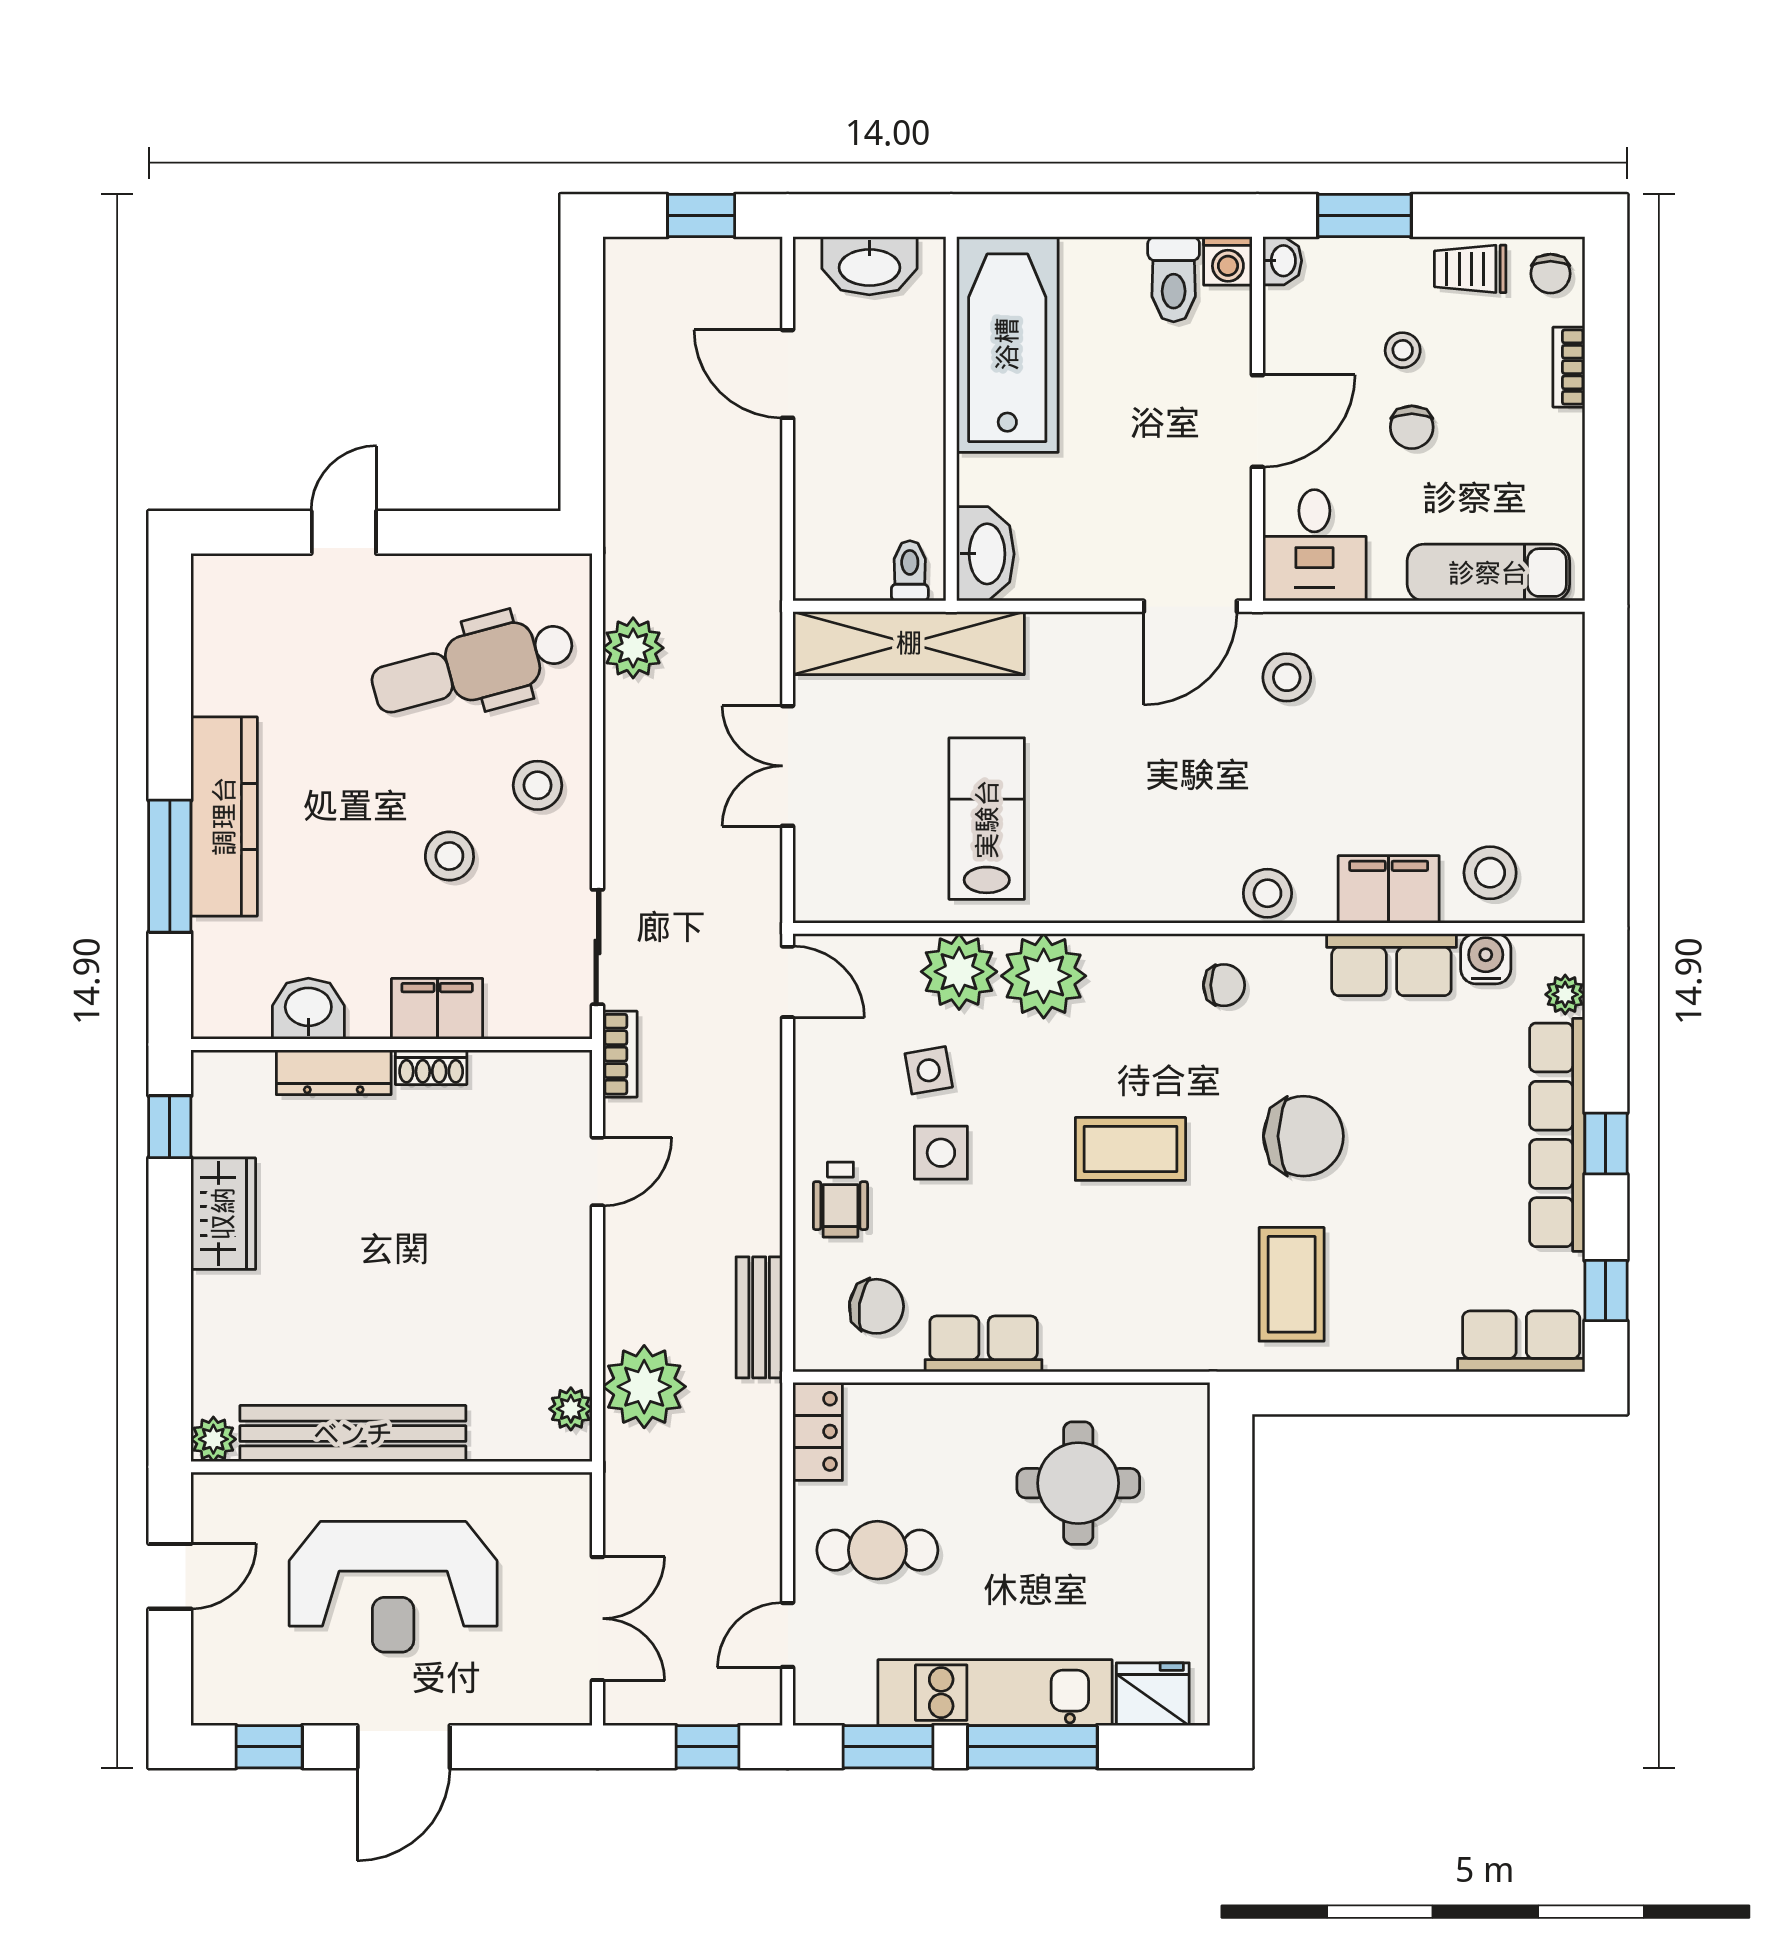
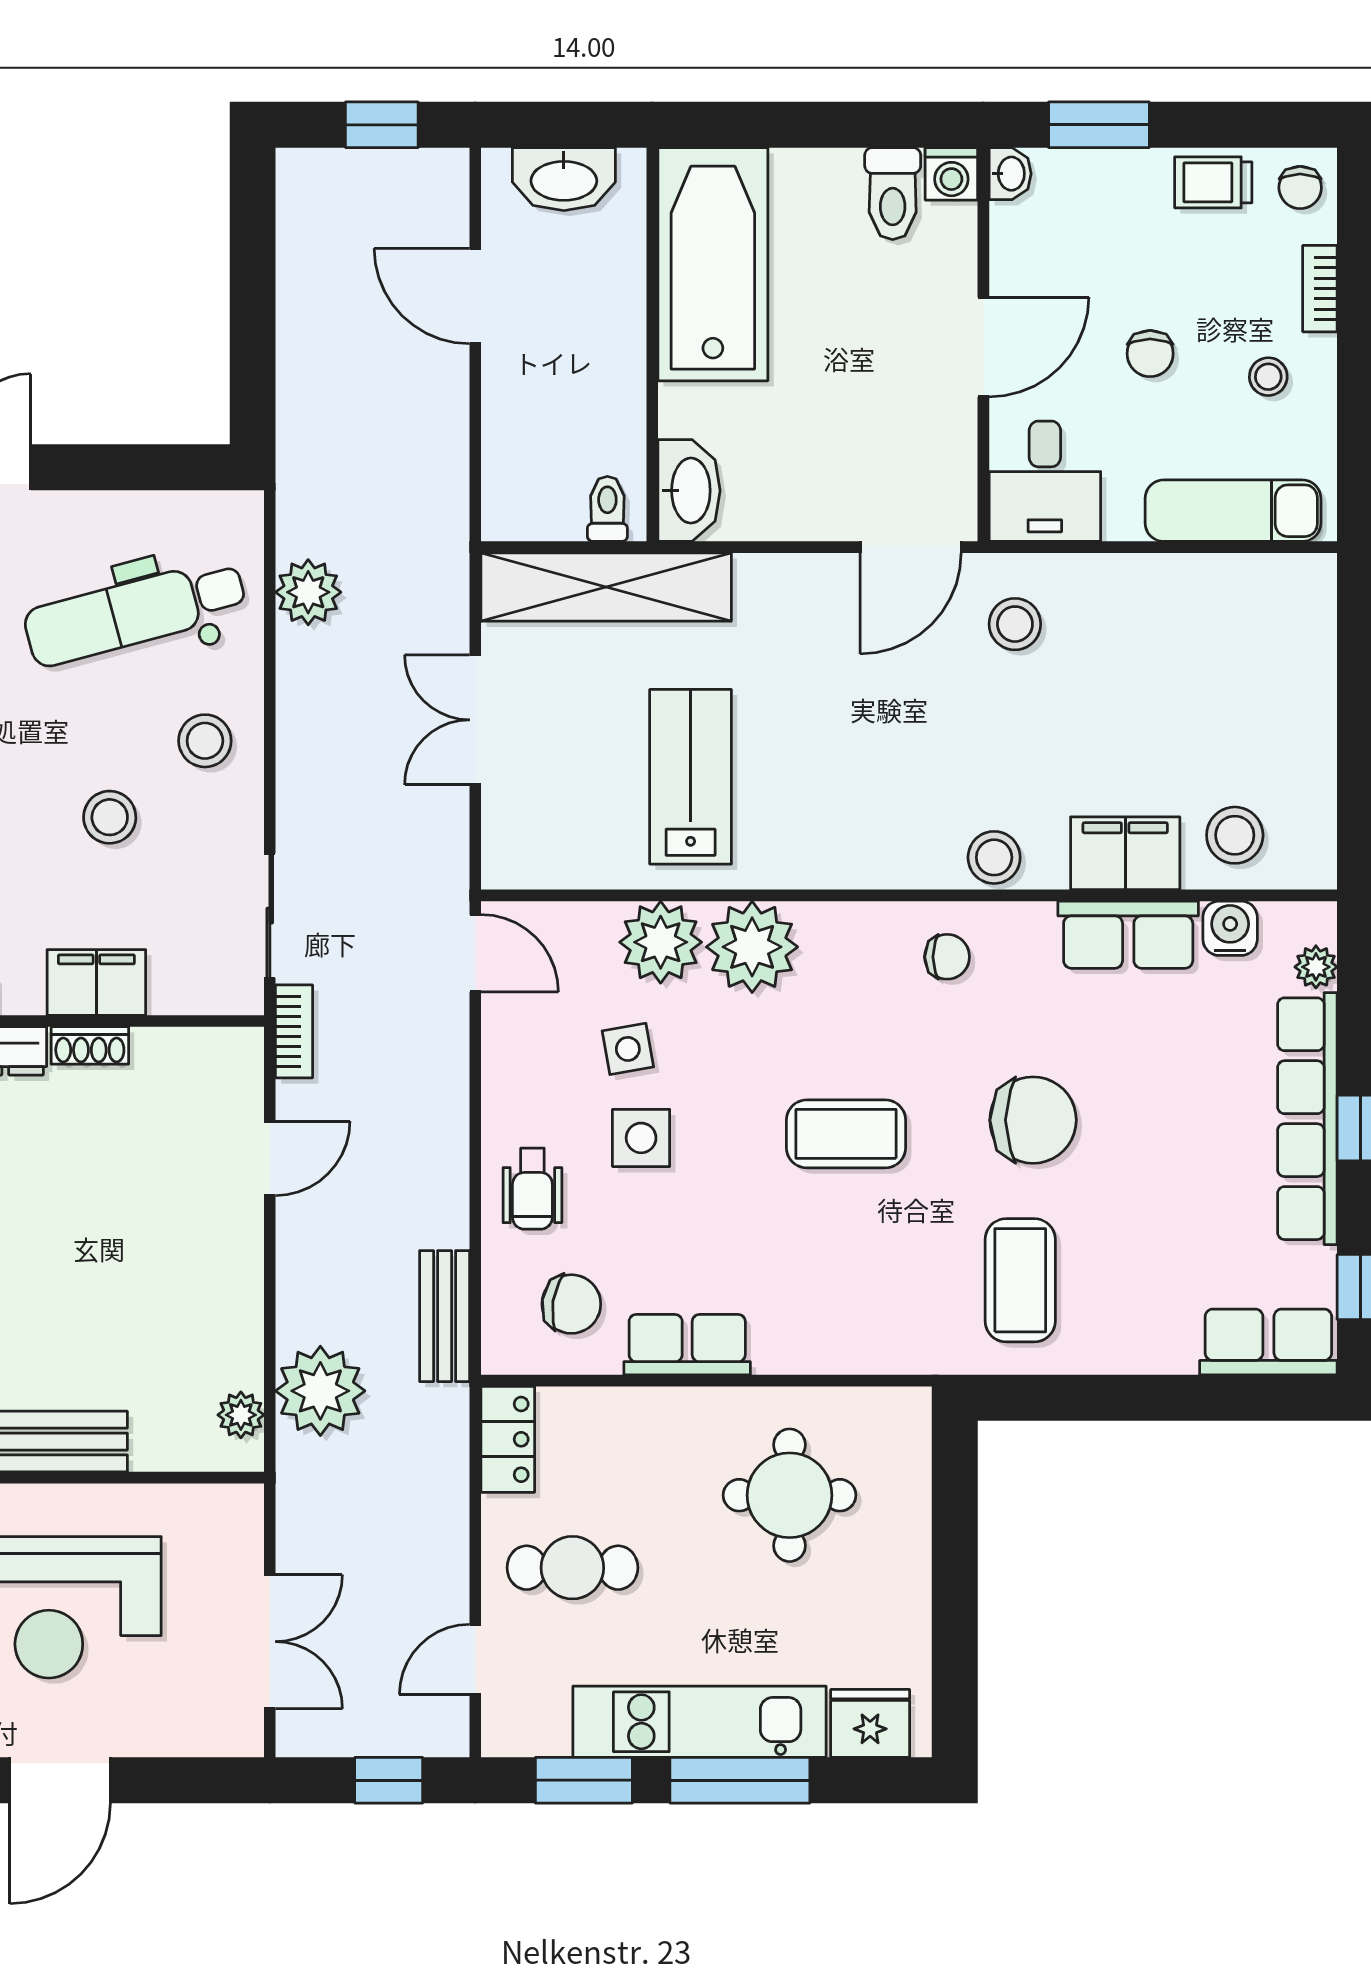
stool: (1403, 350) -> (1268, 377), moved

